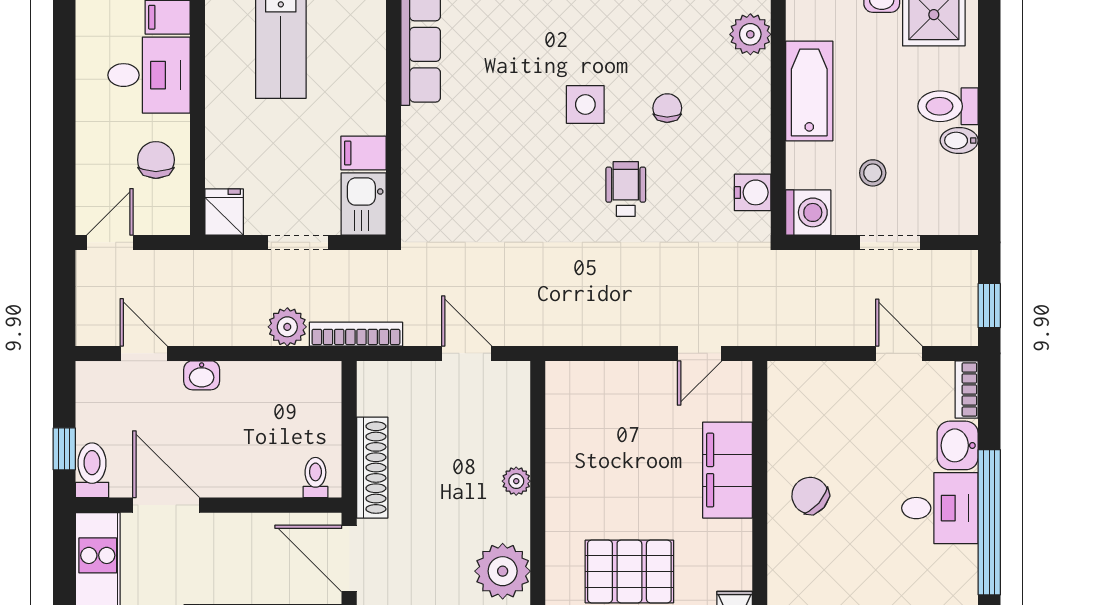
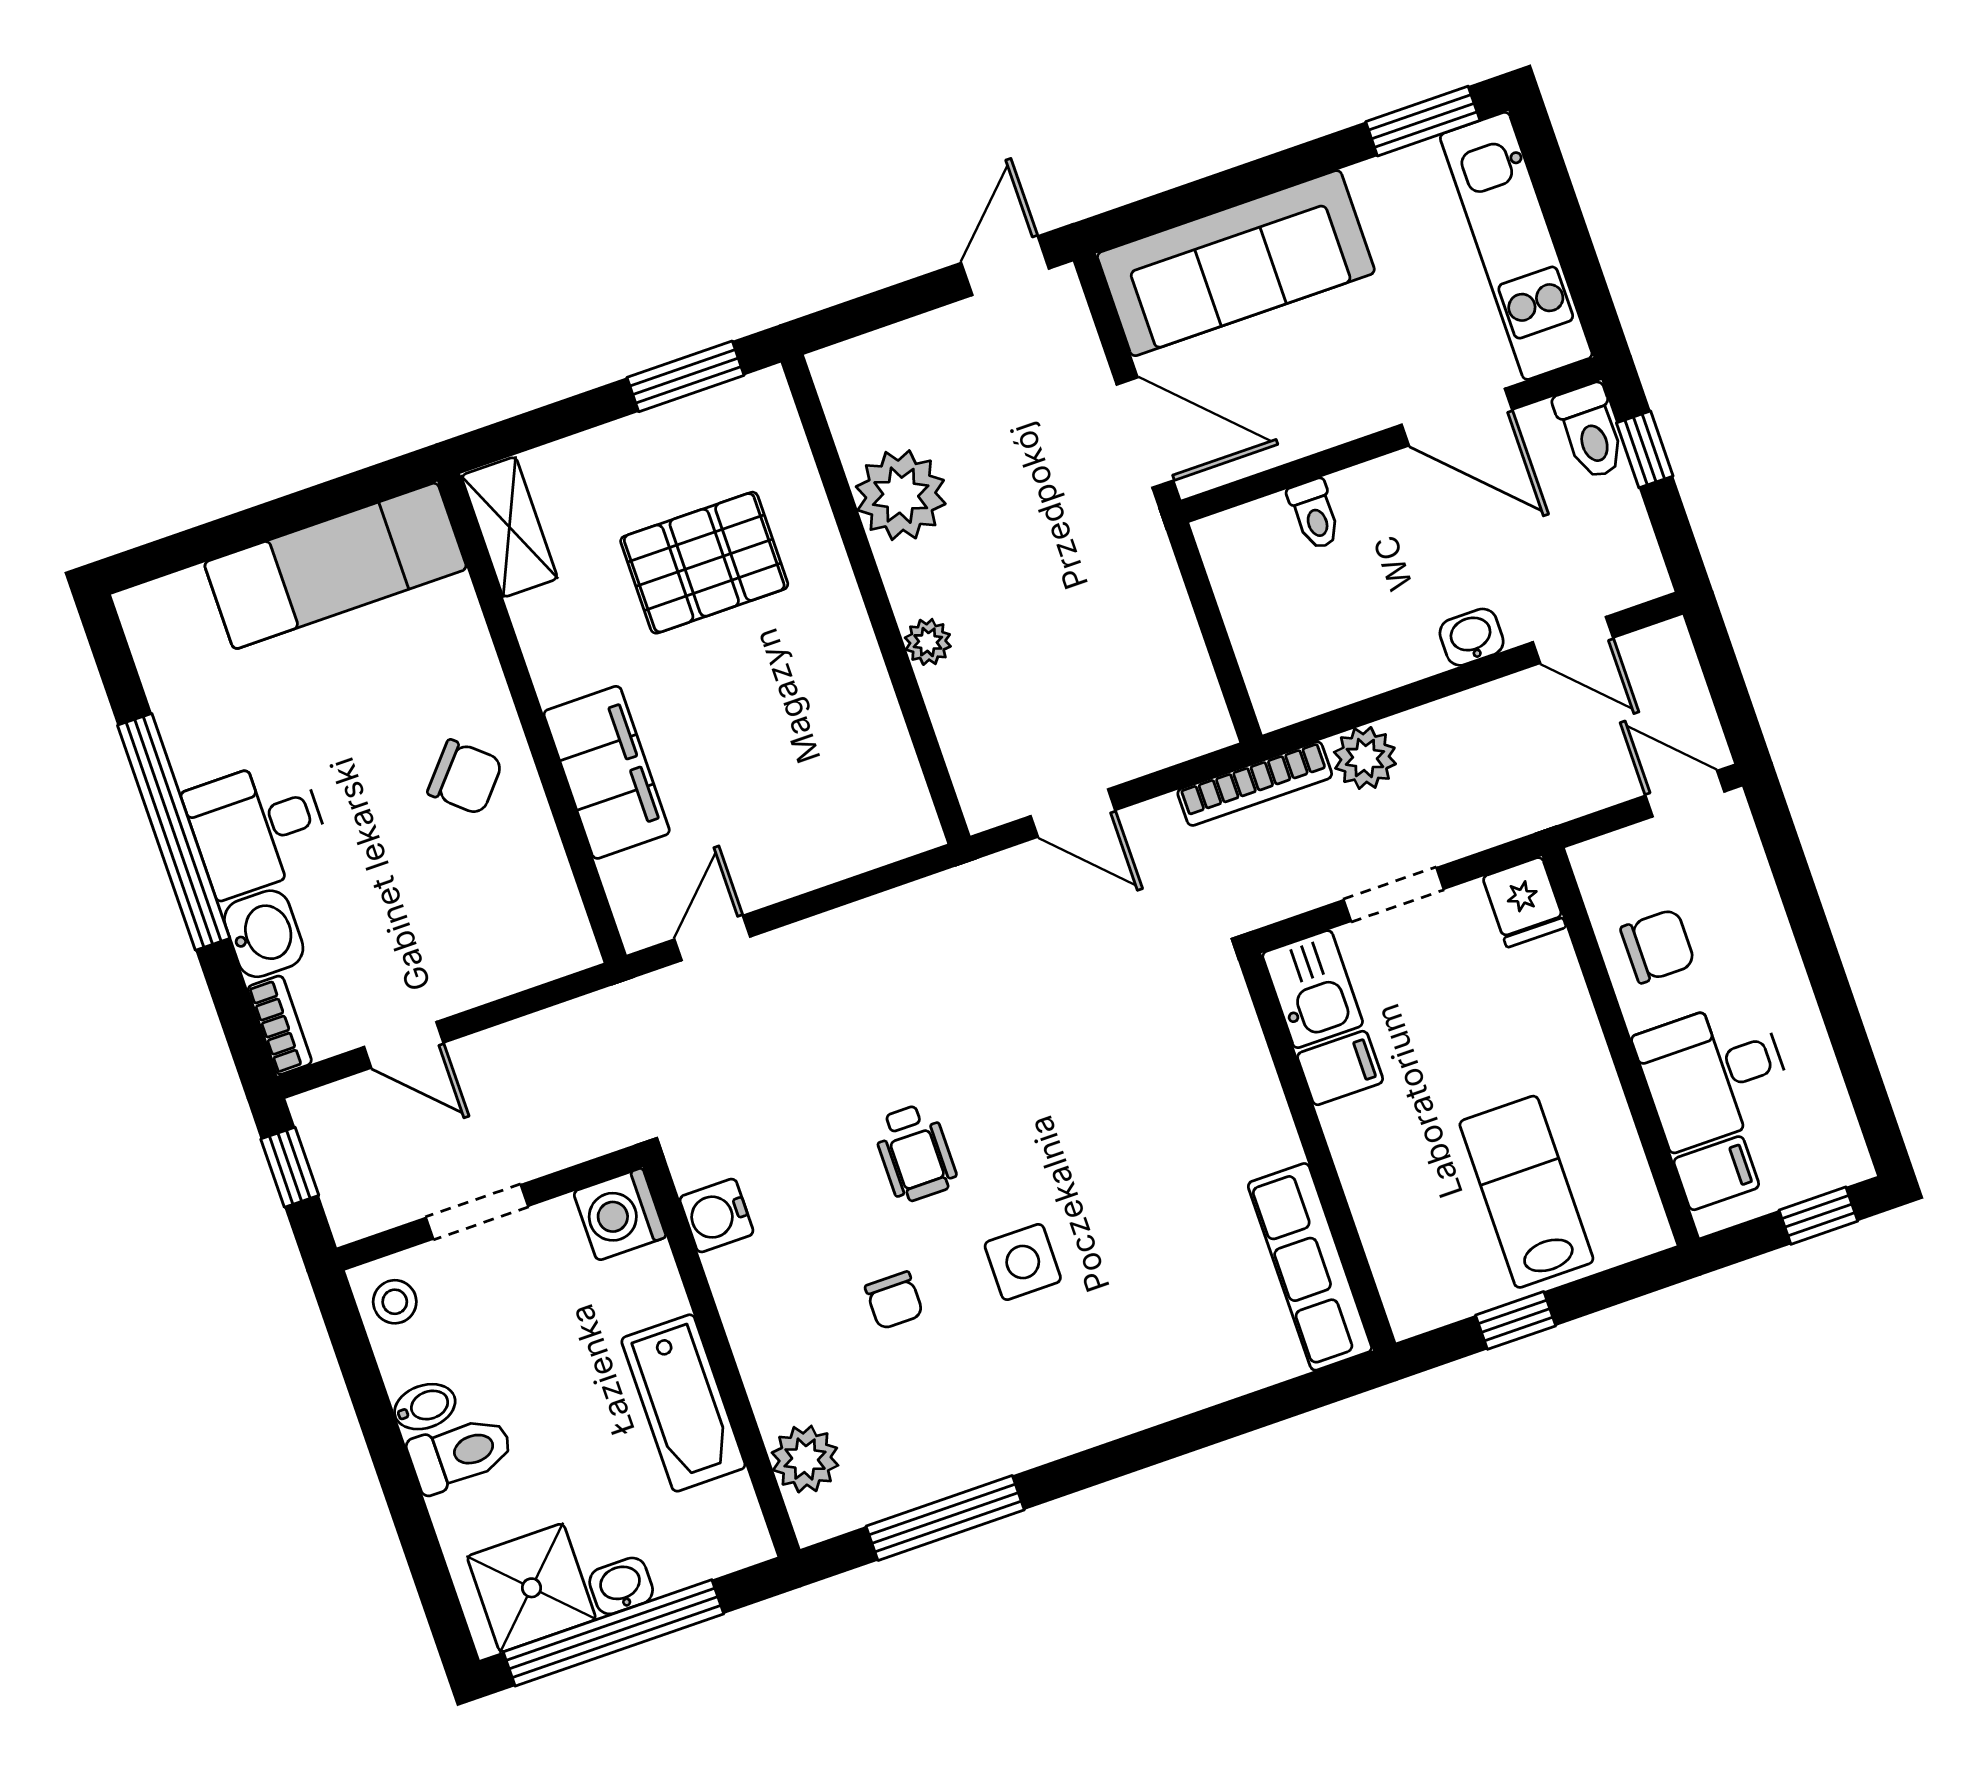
chair: (156, 160) -> (1658, 946), turned -90
stool: (873, 173) -> (395, 1302), moved
door: (110, 242) -> (1685, 794), swing flipped
shoe rack: (372, 468) -> (1158, 586), removed
toilet: (315, 478) -> (1315, 514), moved

